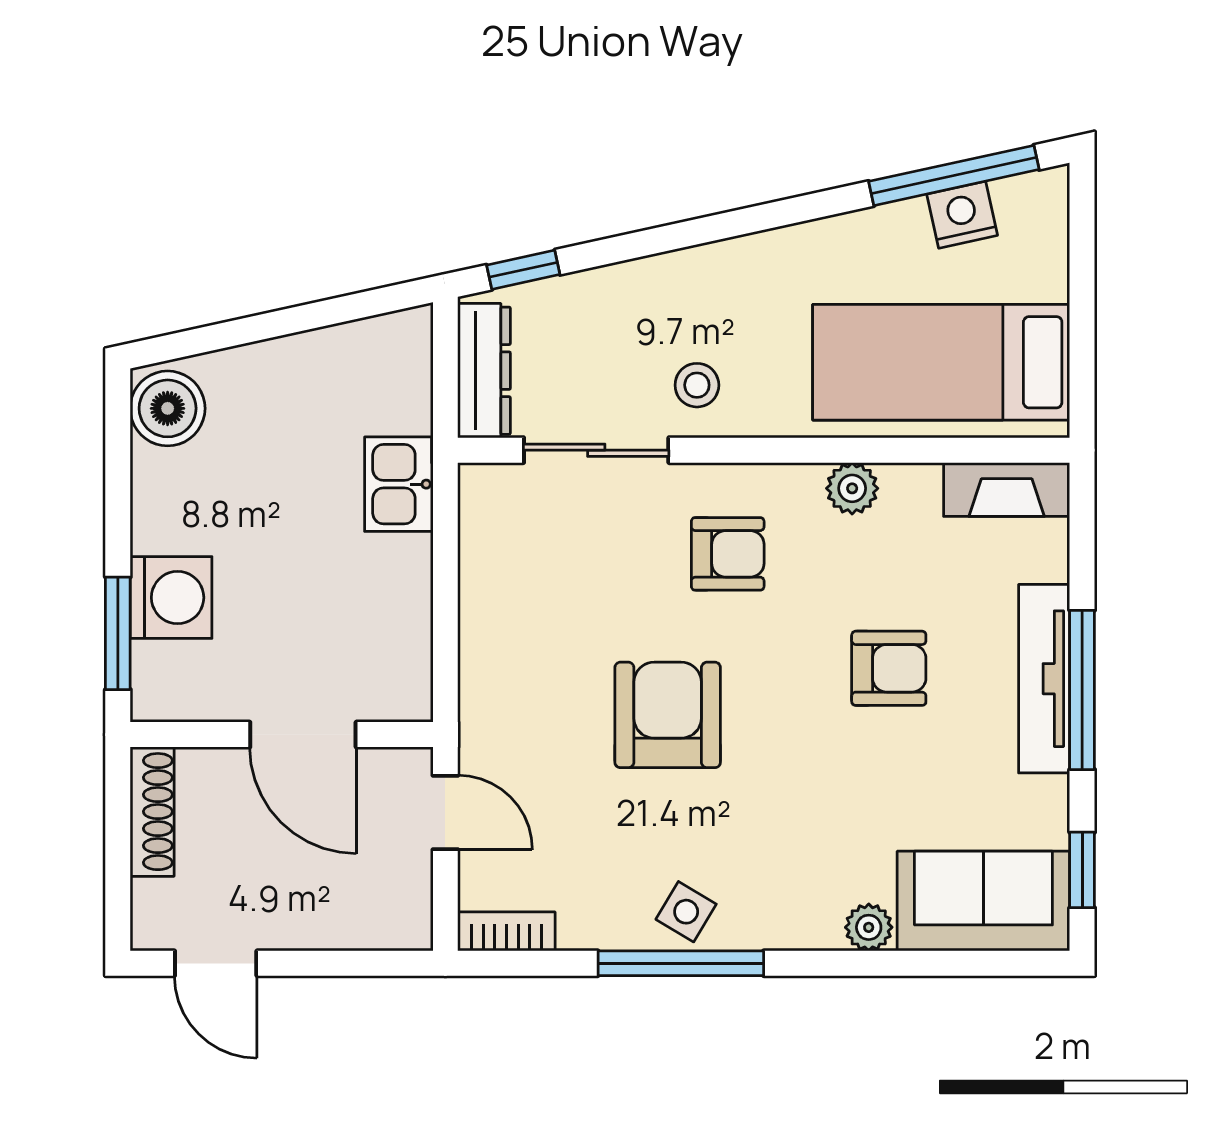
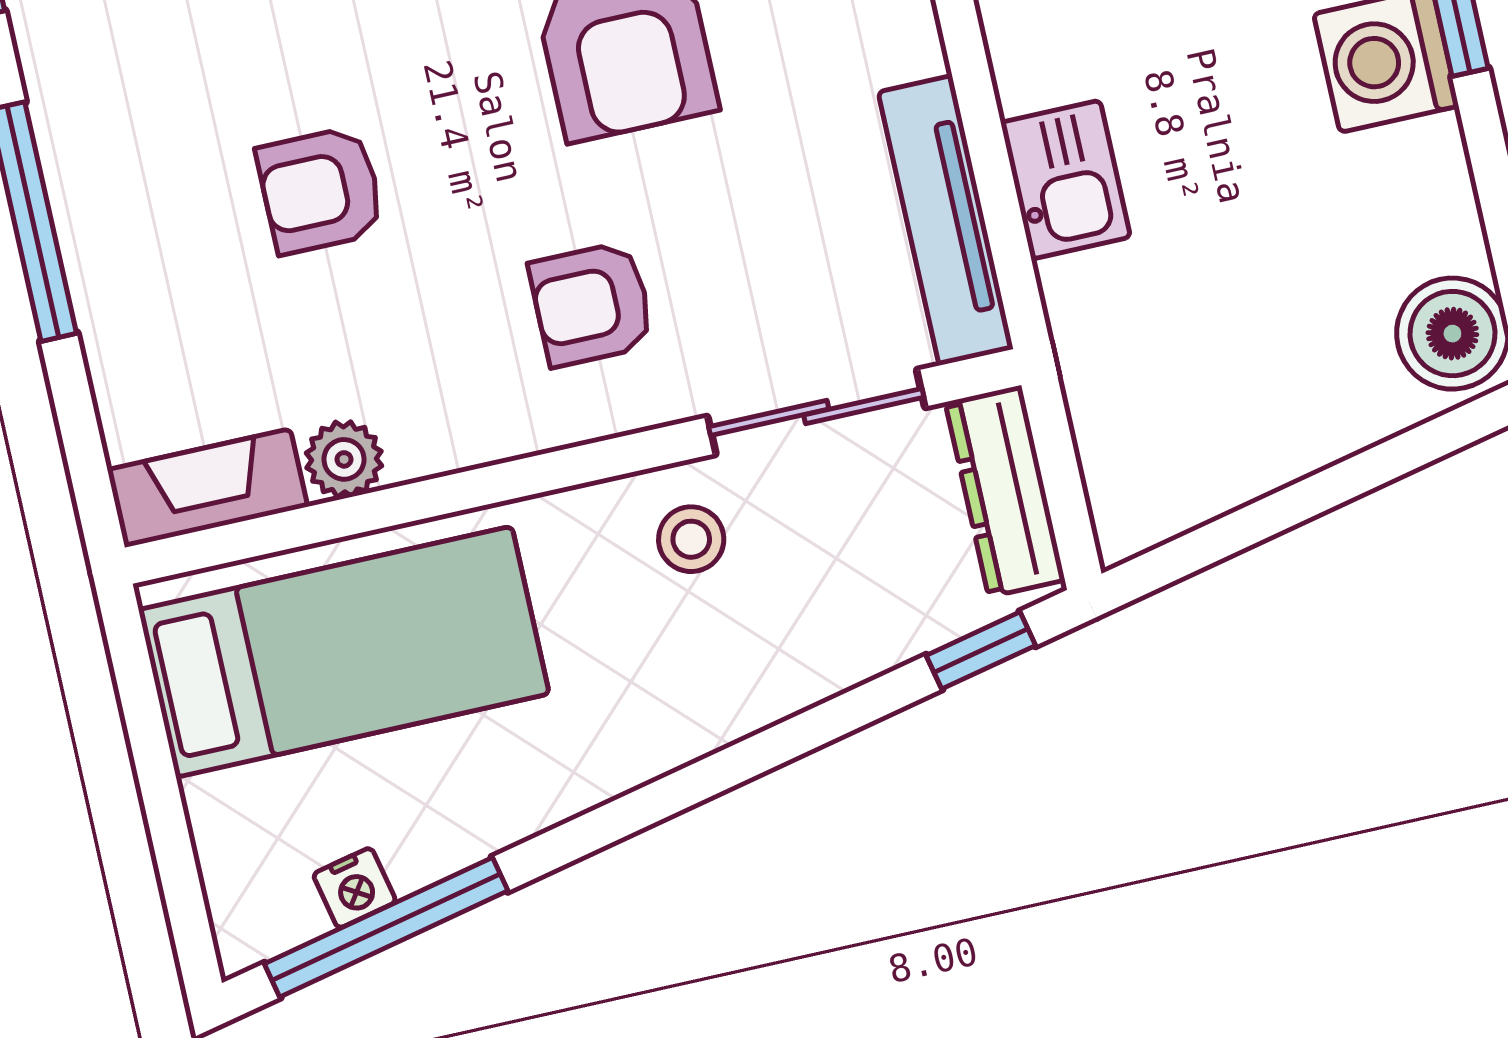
nightstand: (962, 215) -> (355, 888), width x0.72, depth x0.74
kitchen sink: (399, 484) -> (1066, 180), moved
plant: (852, 488) -> (344, 459), moved
tv unit: (1044, 679) -> (946, 220), moved, turned 180

